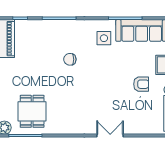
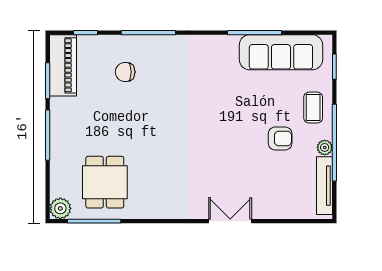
side table: (104, 38) -> (220, 65), removed
chair: (70, 59) -> (125, 72), moved

